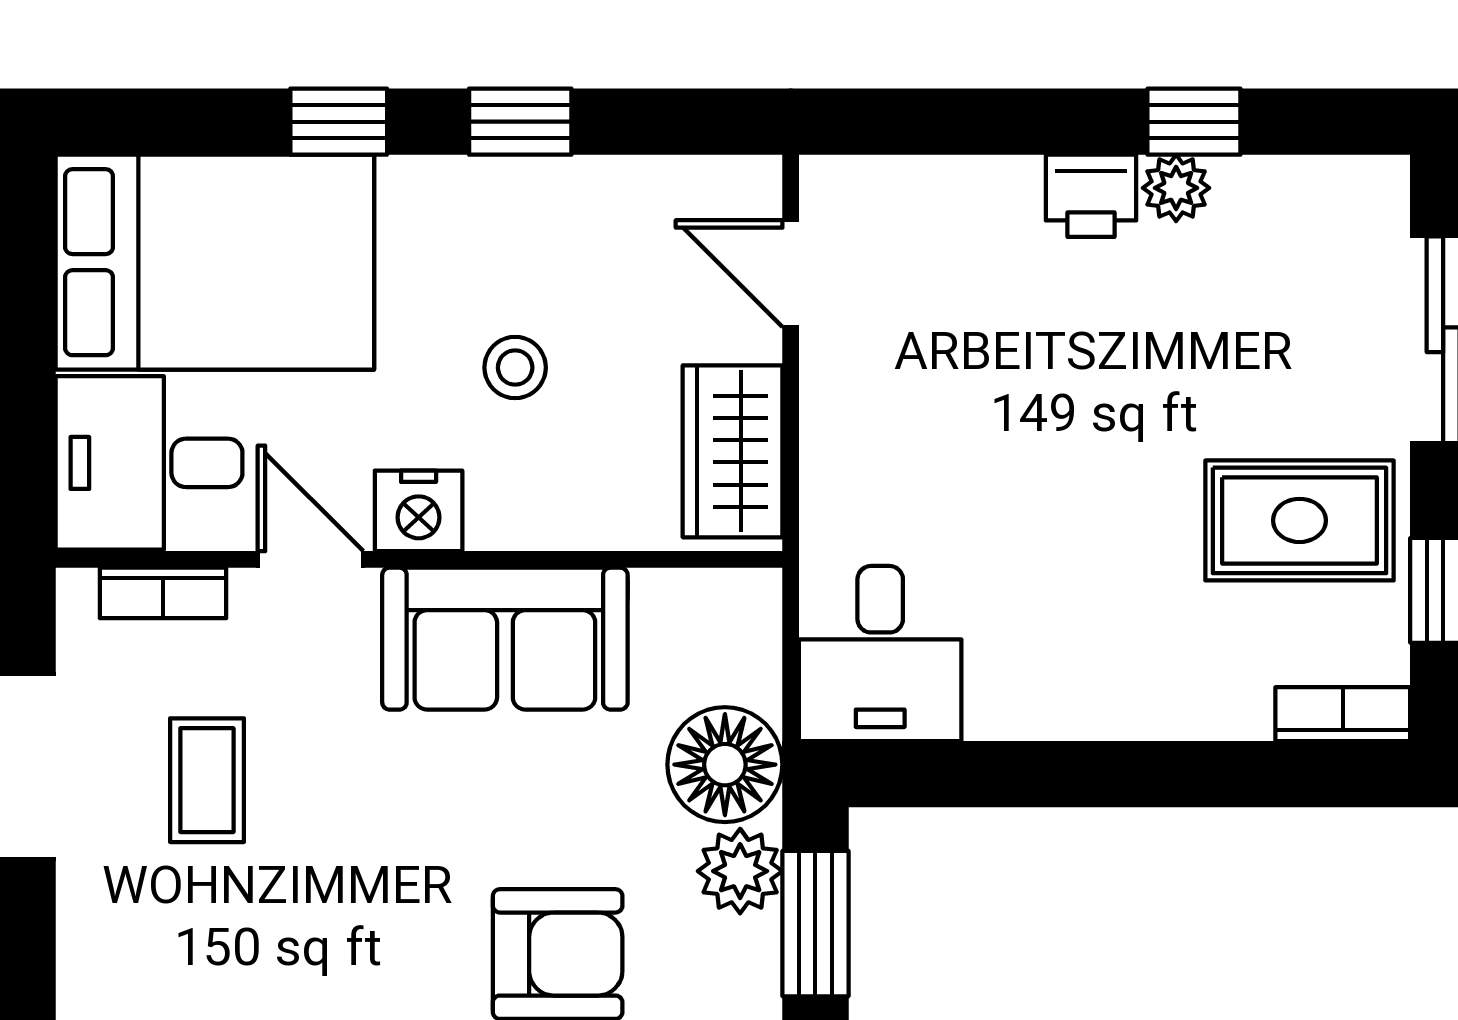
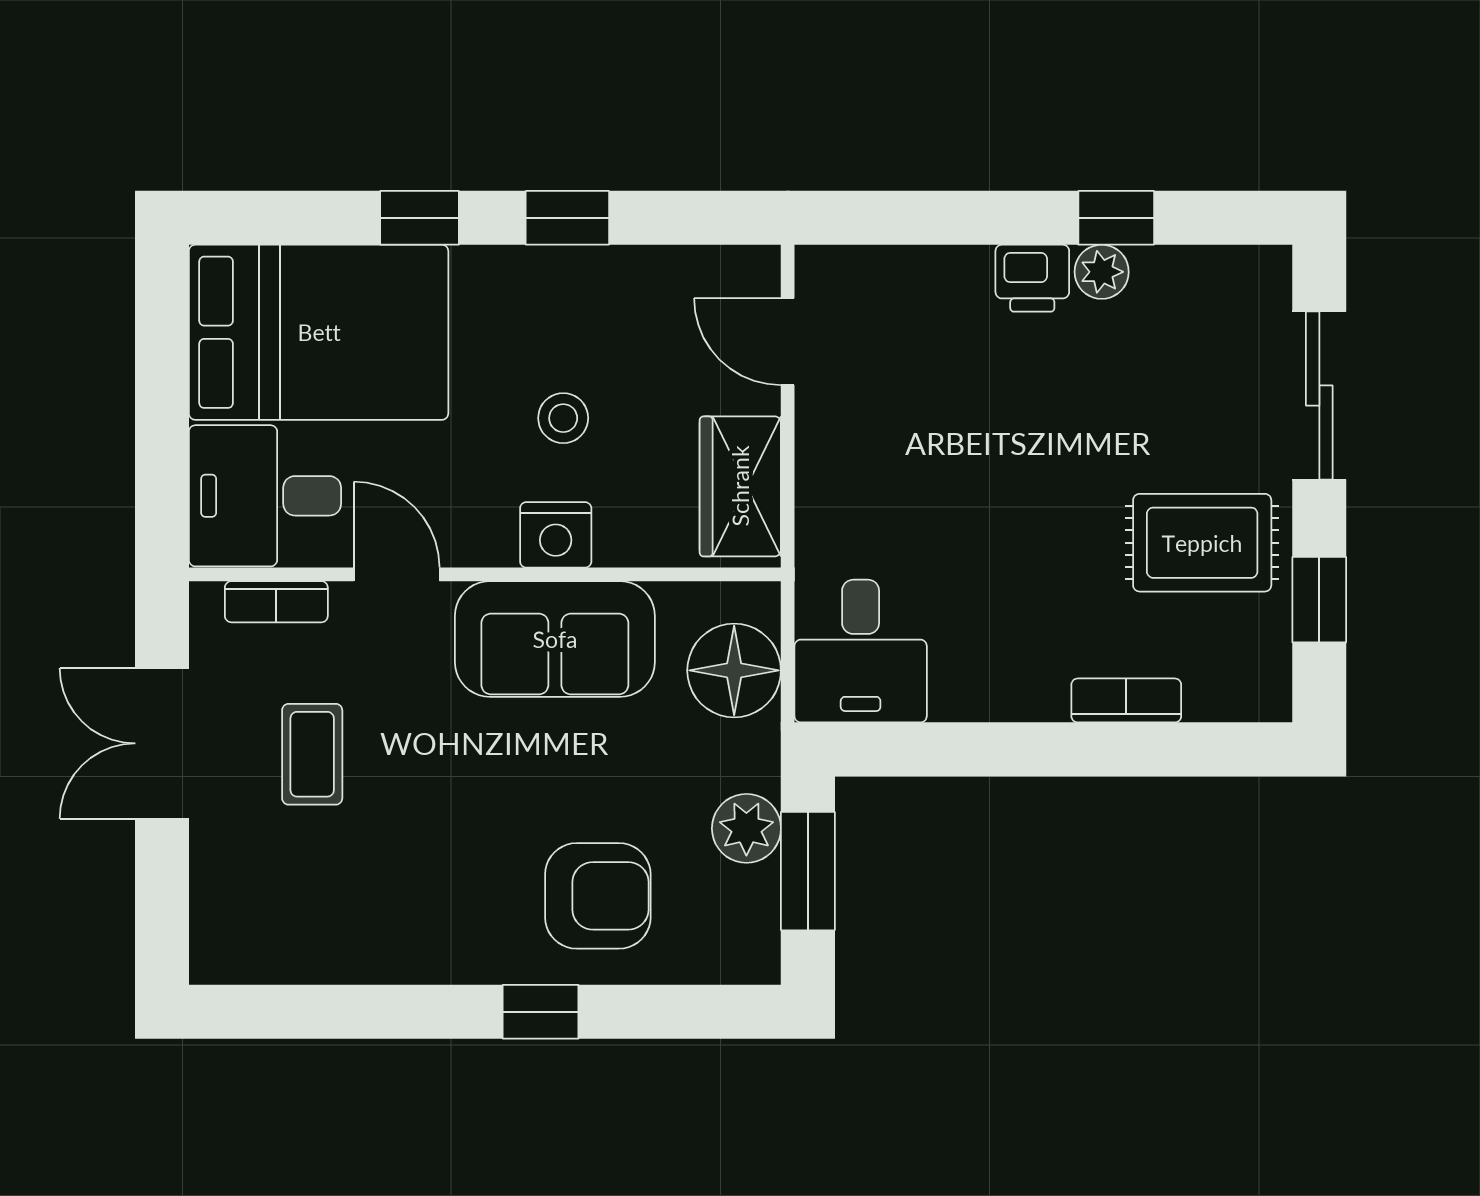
nightstand: (419, 511) -> (556, 535), moved
bookcase: (1343, 714) -> (1126, 700), moved
floor lamp: (725, 765) -> (734, 670), moved

